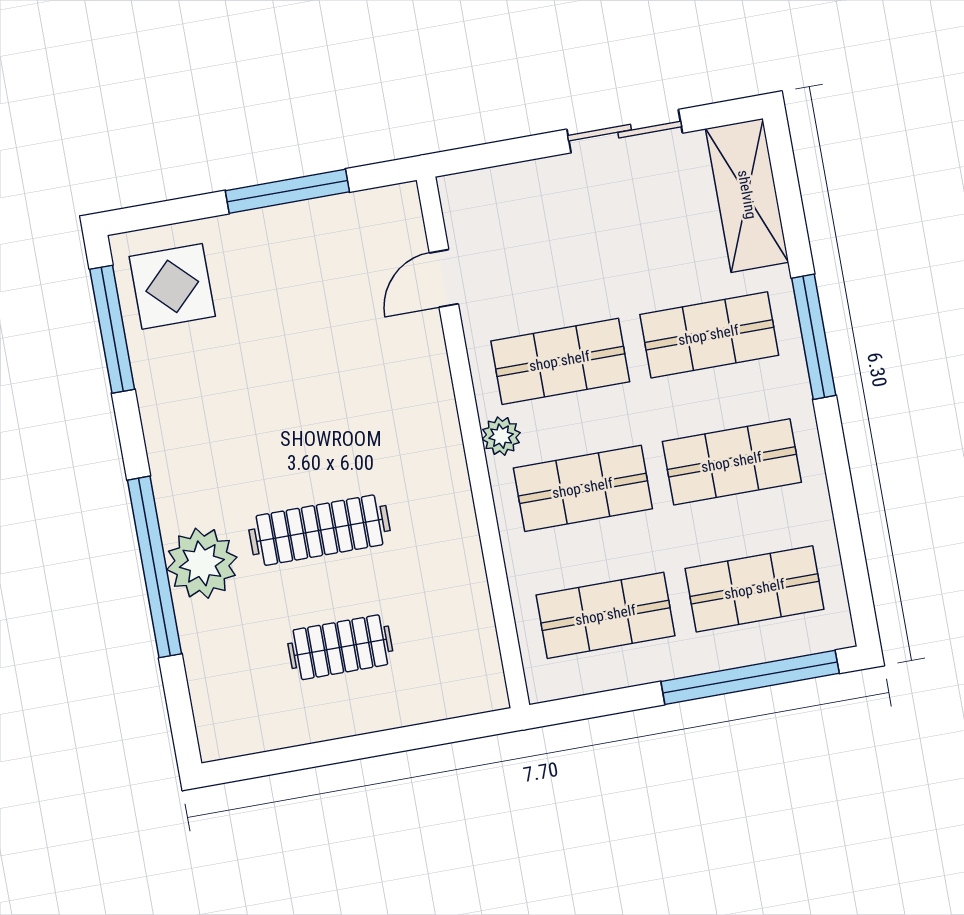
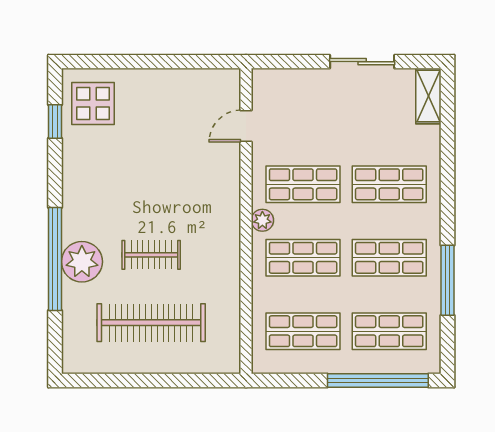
window: (287, 191) -> (167, 62), removed
shelving: (747, 195) -> (428, 96), width x0.67, depth x0.75
window: (112, 329) -> (55, 122), width x0.46
window: (814, 337) -> (448, 280), moved
clothes rail: (319, 530) -> (151, 255), width x0.73
clothes rail: (340, 647) -> (151, 323), width x1.86, depth x1.31

